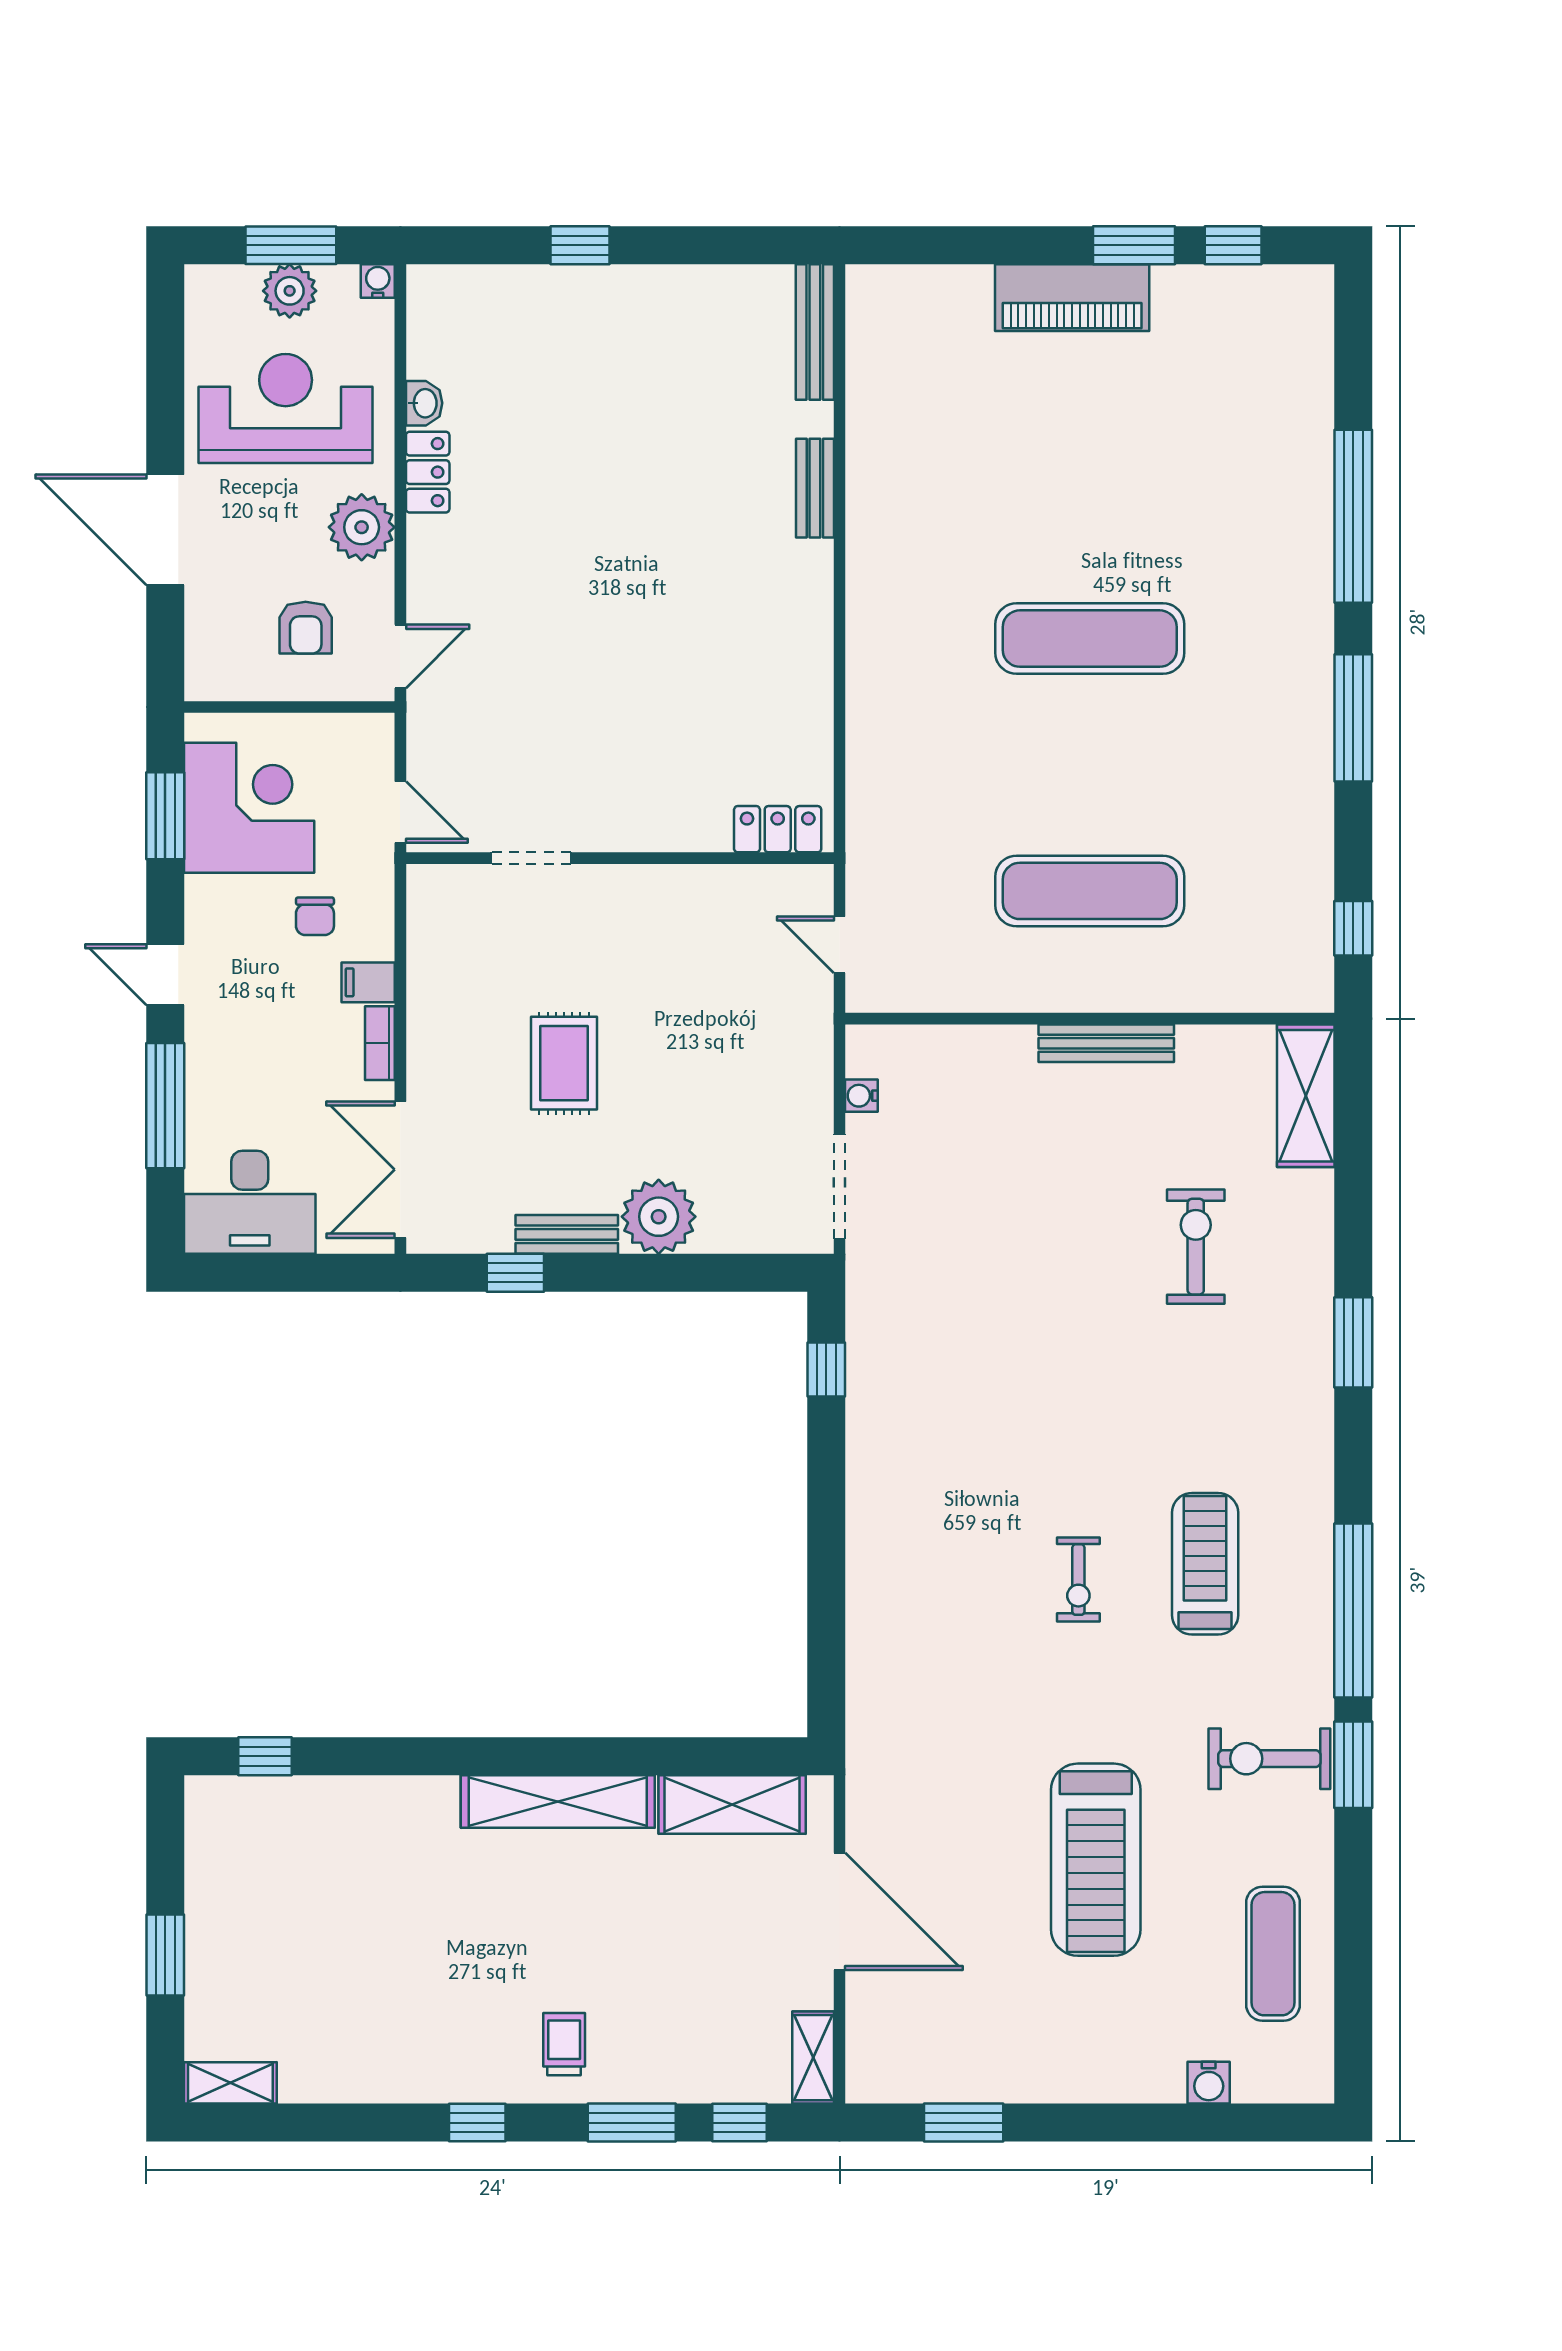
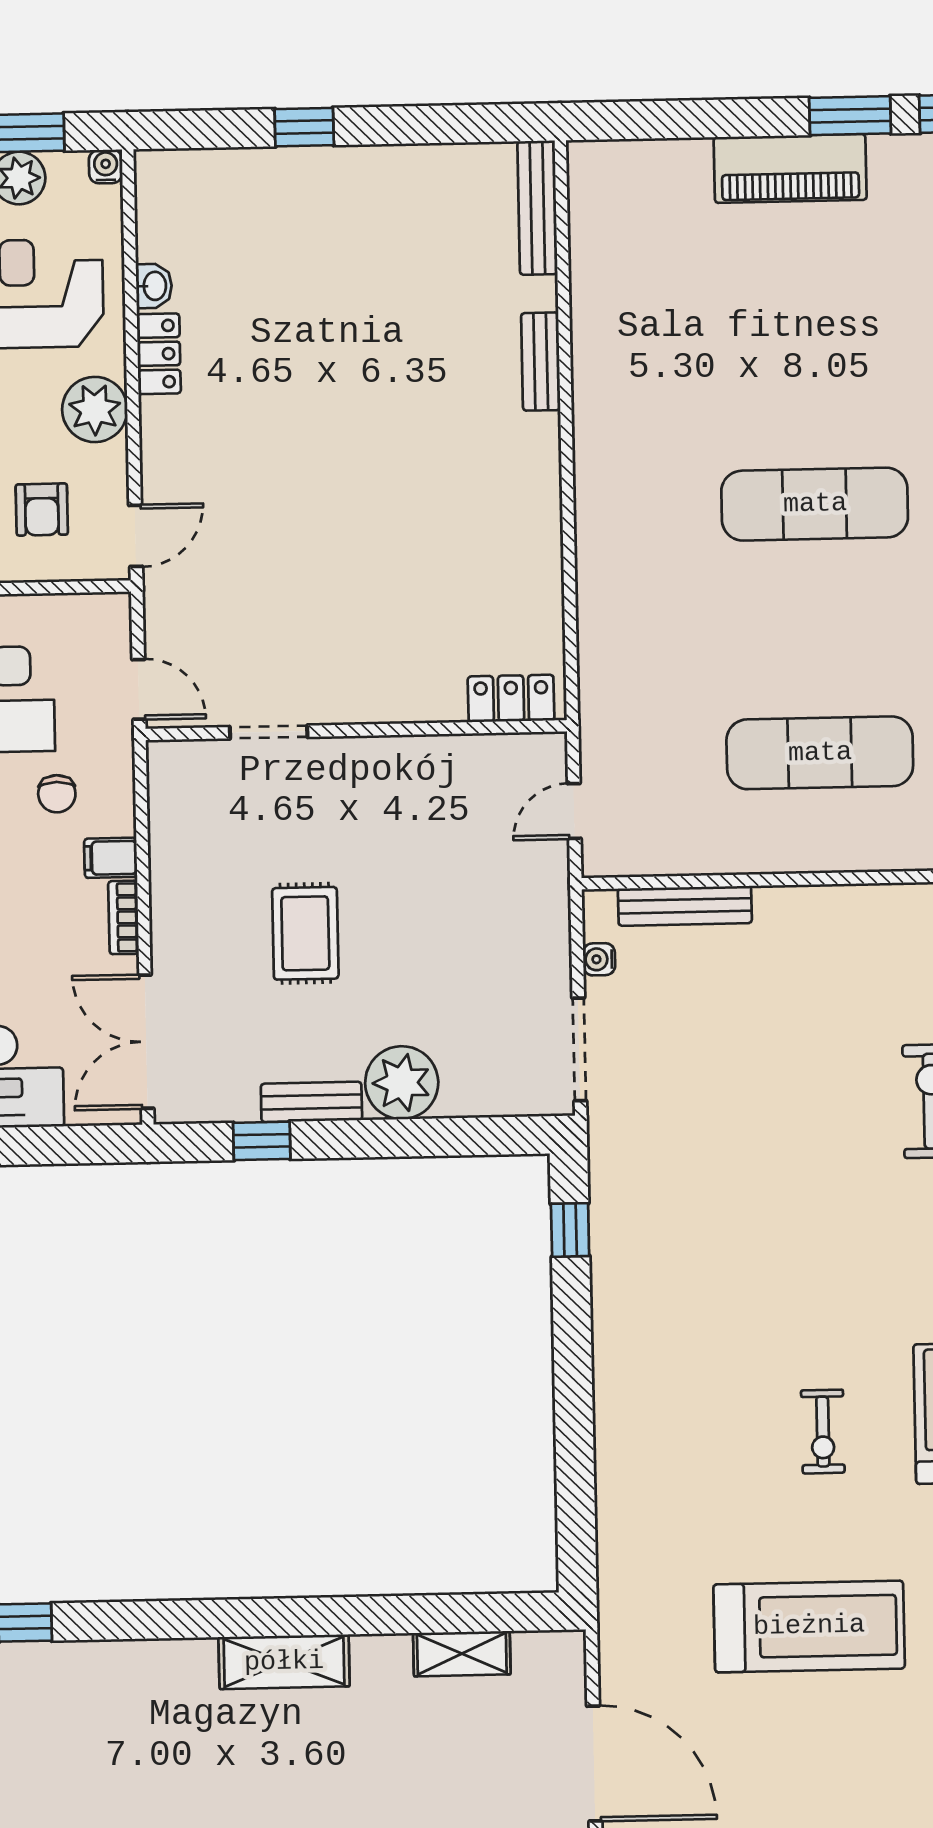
door: (840, 945) -> (574, 811), hinge flipped
bench: (1106, 1043) -> (685, 906), moved
shelving: (558, 1802) -> (284, 1662), width x0.68
shelving: (732, 1804) -> (462, 1654), width x0.67, depth x0.75
treadmill: (1096, 1860) -> (809, 1626), moved, turned -90

